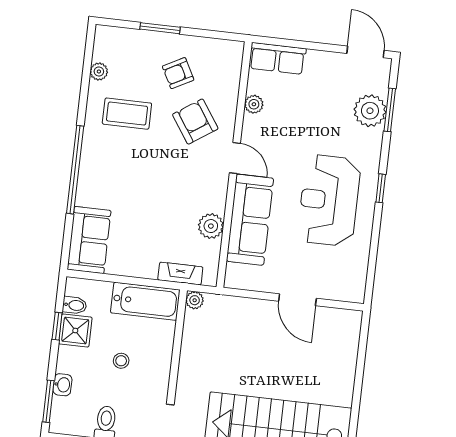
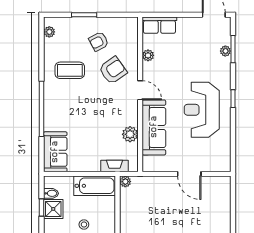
plant: (99, 71) -> (49, 32), moved
plant: (370, 111) -> (225, 51), width x0.53, depth x0.53
armchair: (195, 122) -> (113, 70), turned 89

